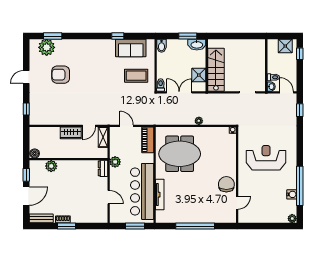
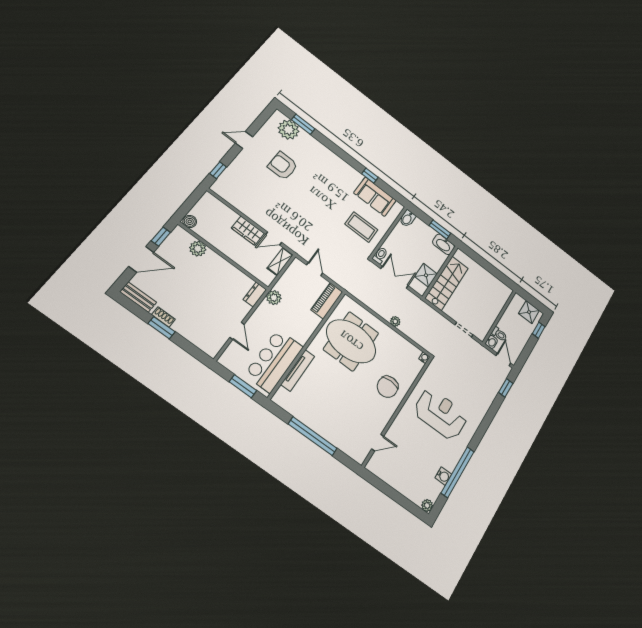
chair: (226, 184) -> (388, 387), moved, turned 180
bar counter: (142, 191) -> (274, 361), width x0.73

